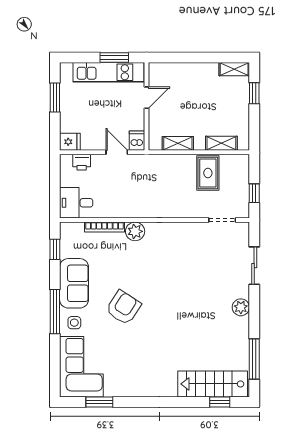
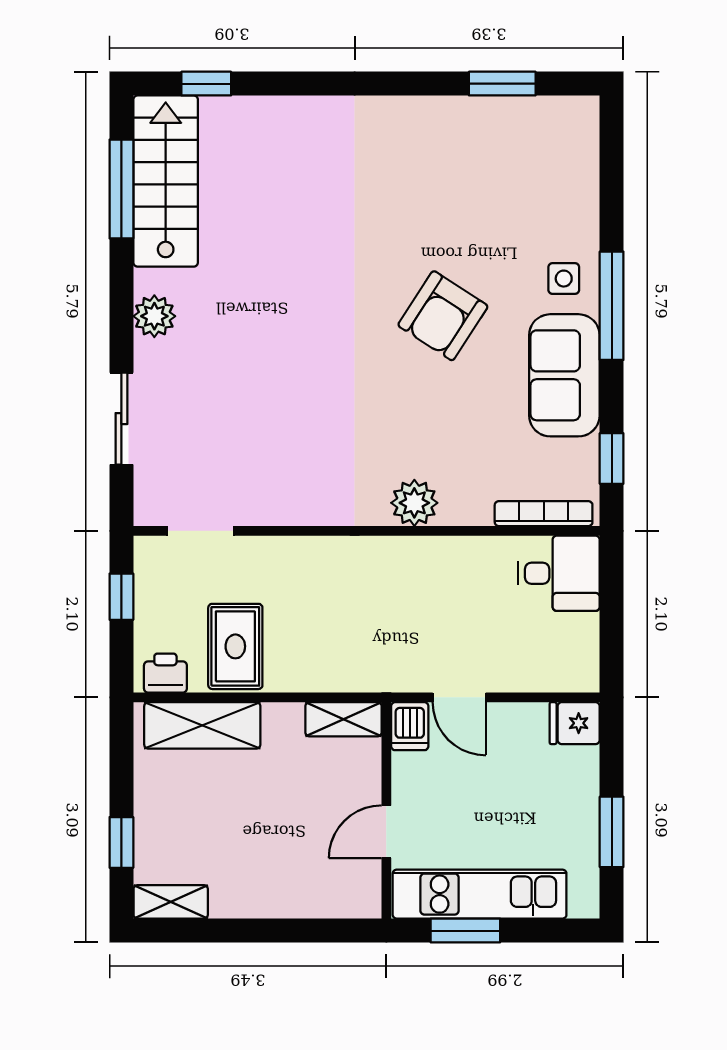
shelving: (178, 143) -> (343, 719), moved
shelving: (221, 143) -> (202, 725), width x1.50, depth x1.33
printer: (82, 162) -> (165, 673), moved
bookcase: (104, 227) -> (544, 514), moved
corner sofa: (81, 367) -> (546, 170), removed
stairs: (213, 384) -> (166, 181), moved, turned -90

